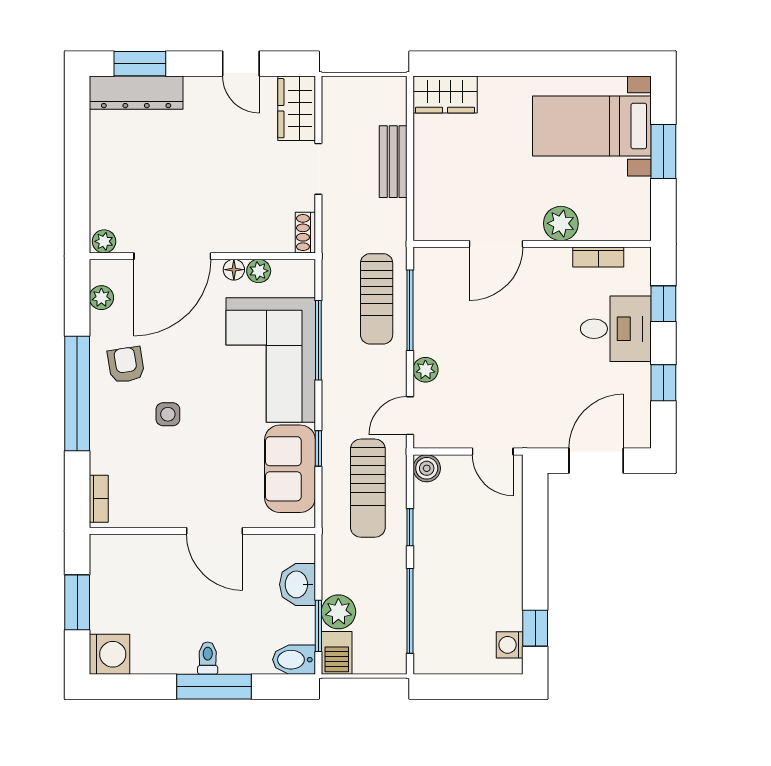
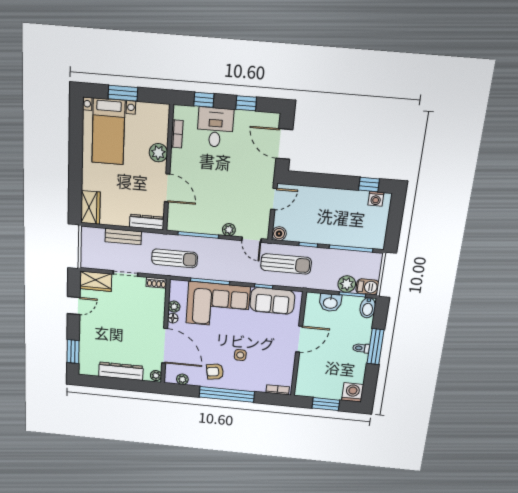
dresser: (136, 93) -> (121, 371), moved, turned -90
dresser: (426, 207) -> (147, 222), added
sun lounger: (377, 299) -> (175, 258), moved

